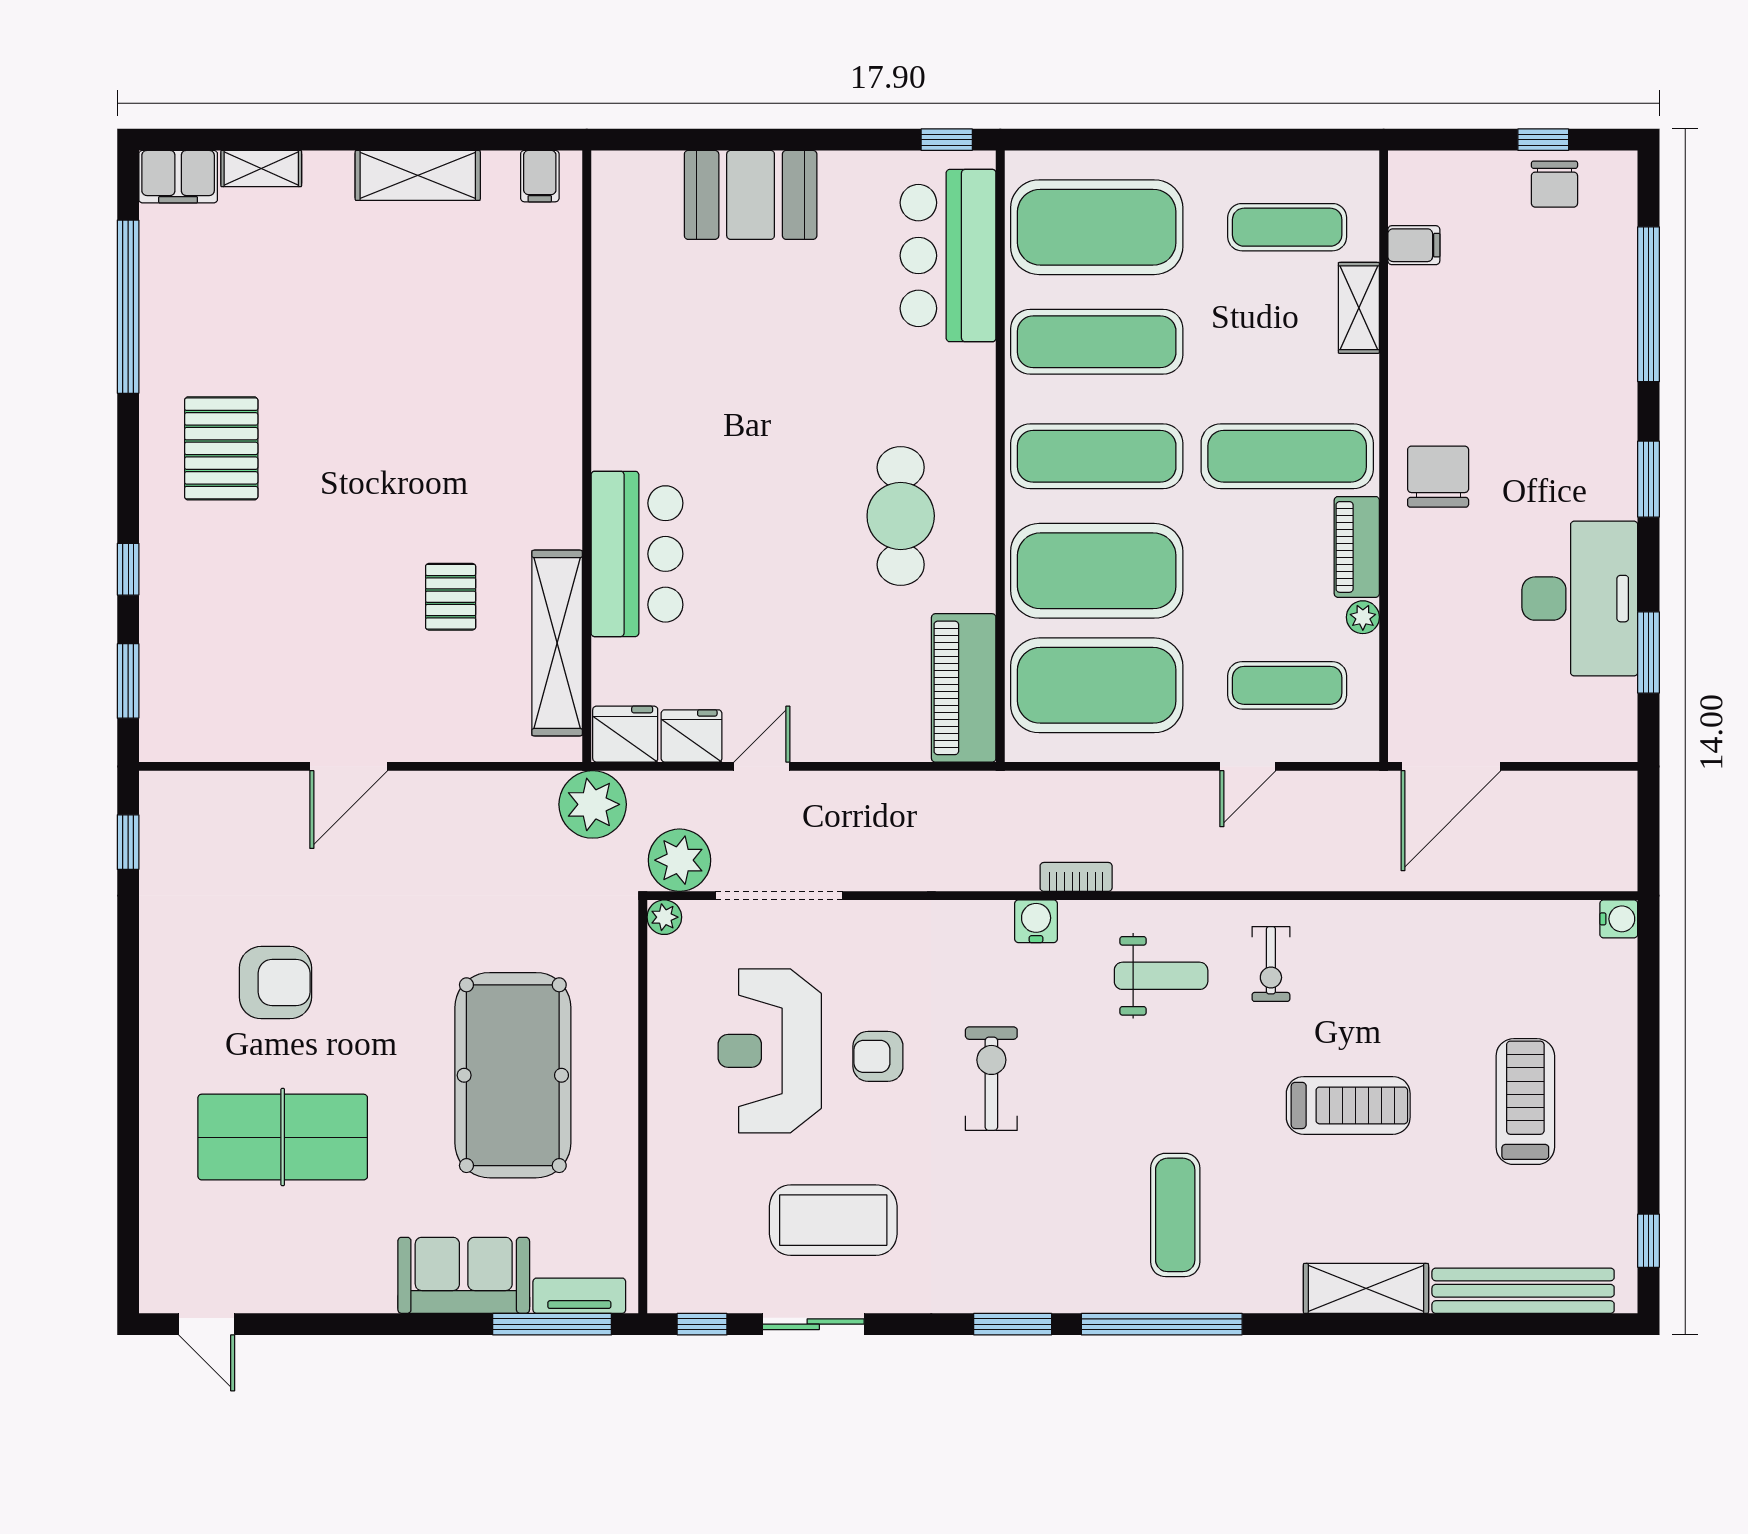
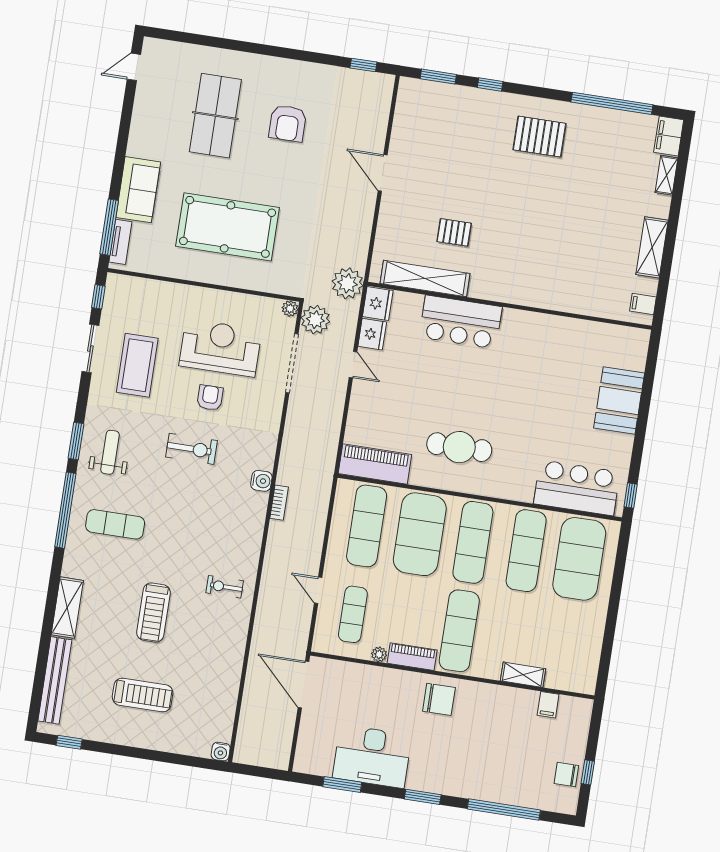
exercise mat: (1287, 227) -> (566, 647), removed
exercise mat: (1097, 685) -> (367, 526), width x0.68
weight bench: (1161, 976) -> (110, 452), moved, turned 180

